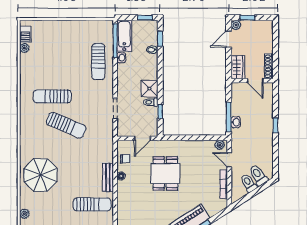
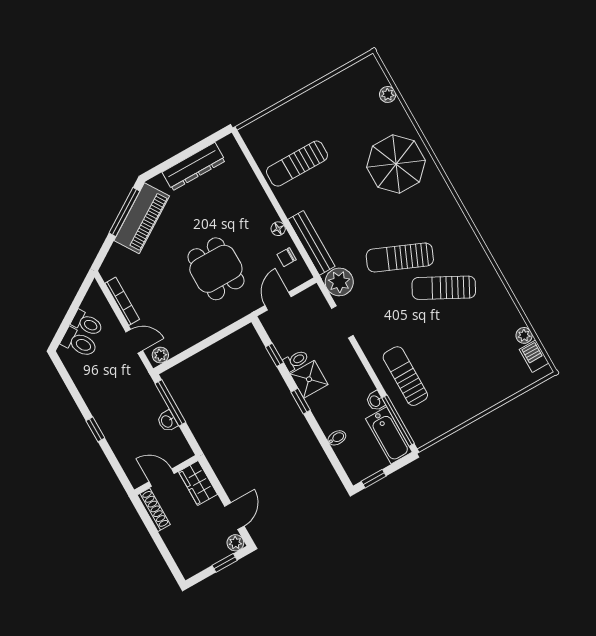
window: (160, 39) -> (301, 401), moved
sun lounger: (52, 96) -> (444, 288), turned -152
washbasin: (236, 122) -> (167, 421), moved
plant: (105, 130) -> (339, 282), added
bench: (108, 177) -> (311, 243), moved, width x1.36

